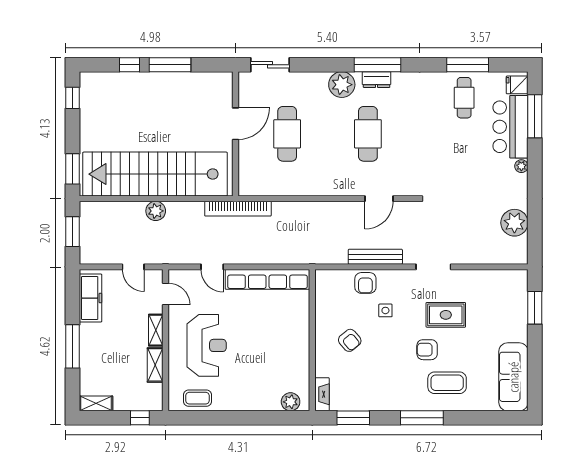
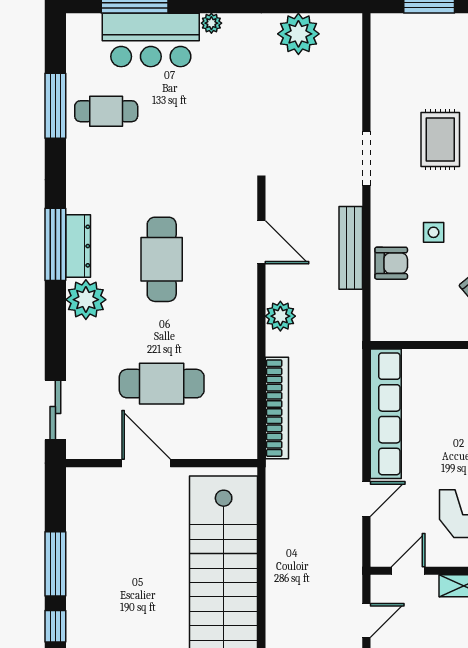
dresser: (377, 80) -> (78, 246), width x1.44
fridge: (517, 85) -> (86, 30), removed
cafe table: (368, 134) -> (162, 259), turned 90
bookcase: (238, 209) -> (277, 408), moved
plant: (156, 211) -> (280, 316), moved

